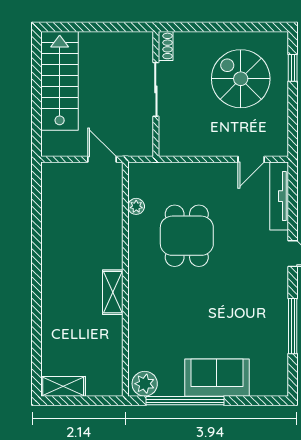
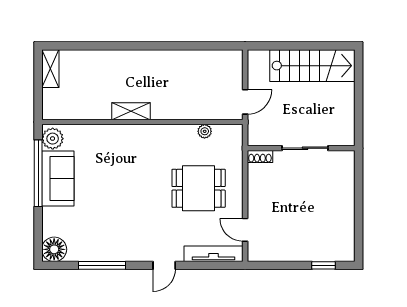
shoe rack: (166, 46) -> (260, 157), moved
spiral stairs: (241, 79) -> (314, 221), removed
dining table: (187, 236) -> (199, 188), moved
sofa: (217, 378) -> (58, 178), moved
floor lamp: (274, 382) -> (54, 249), added

